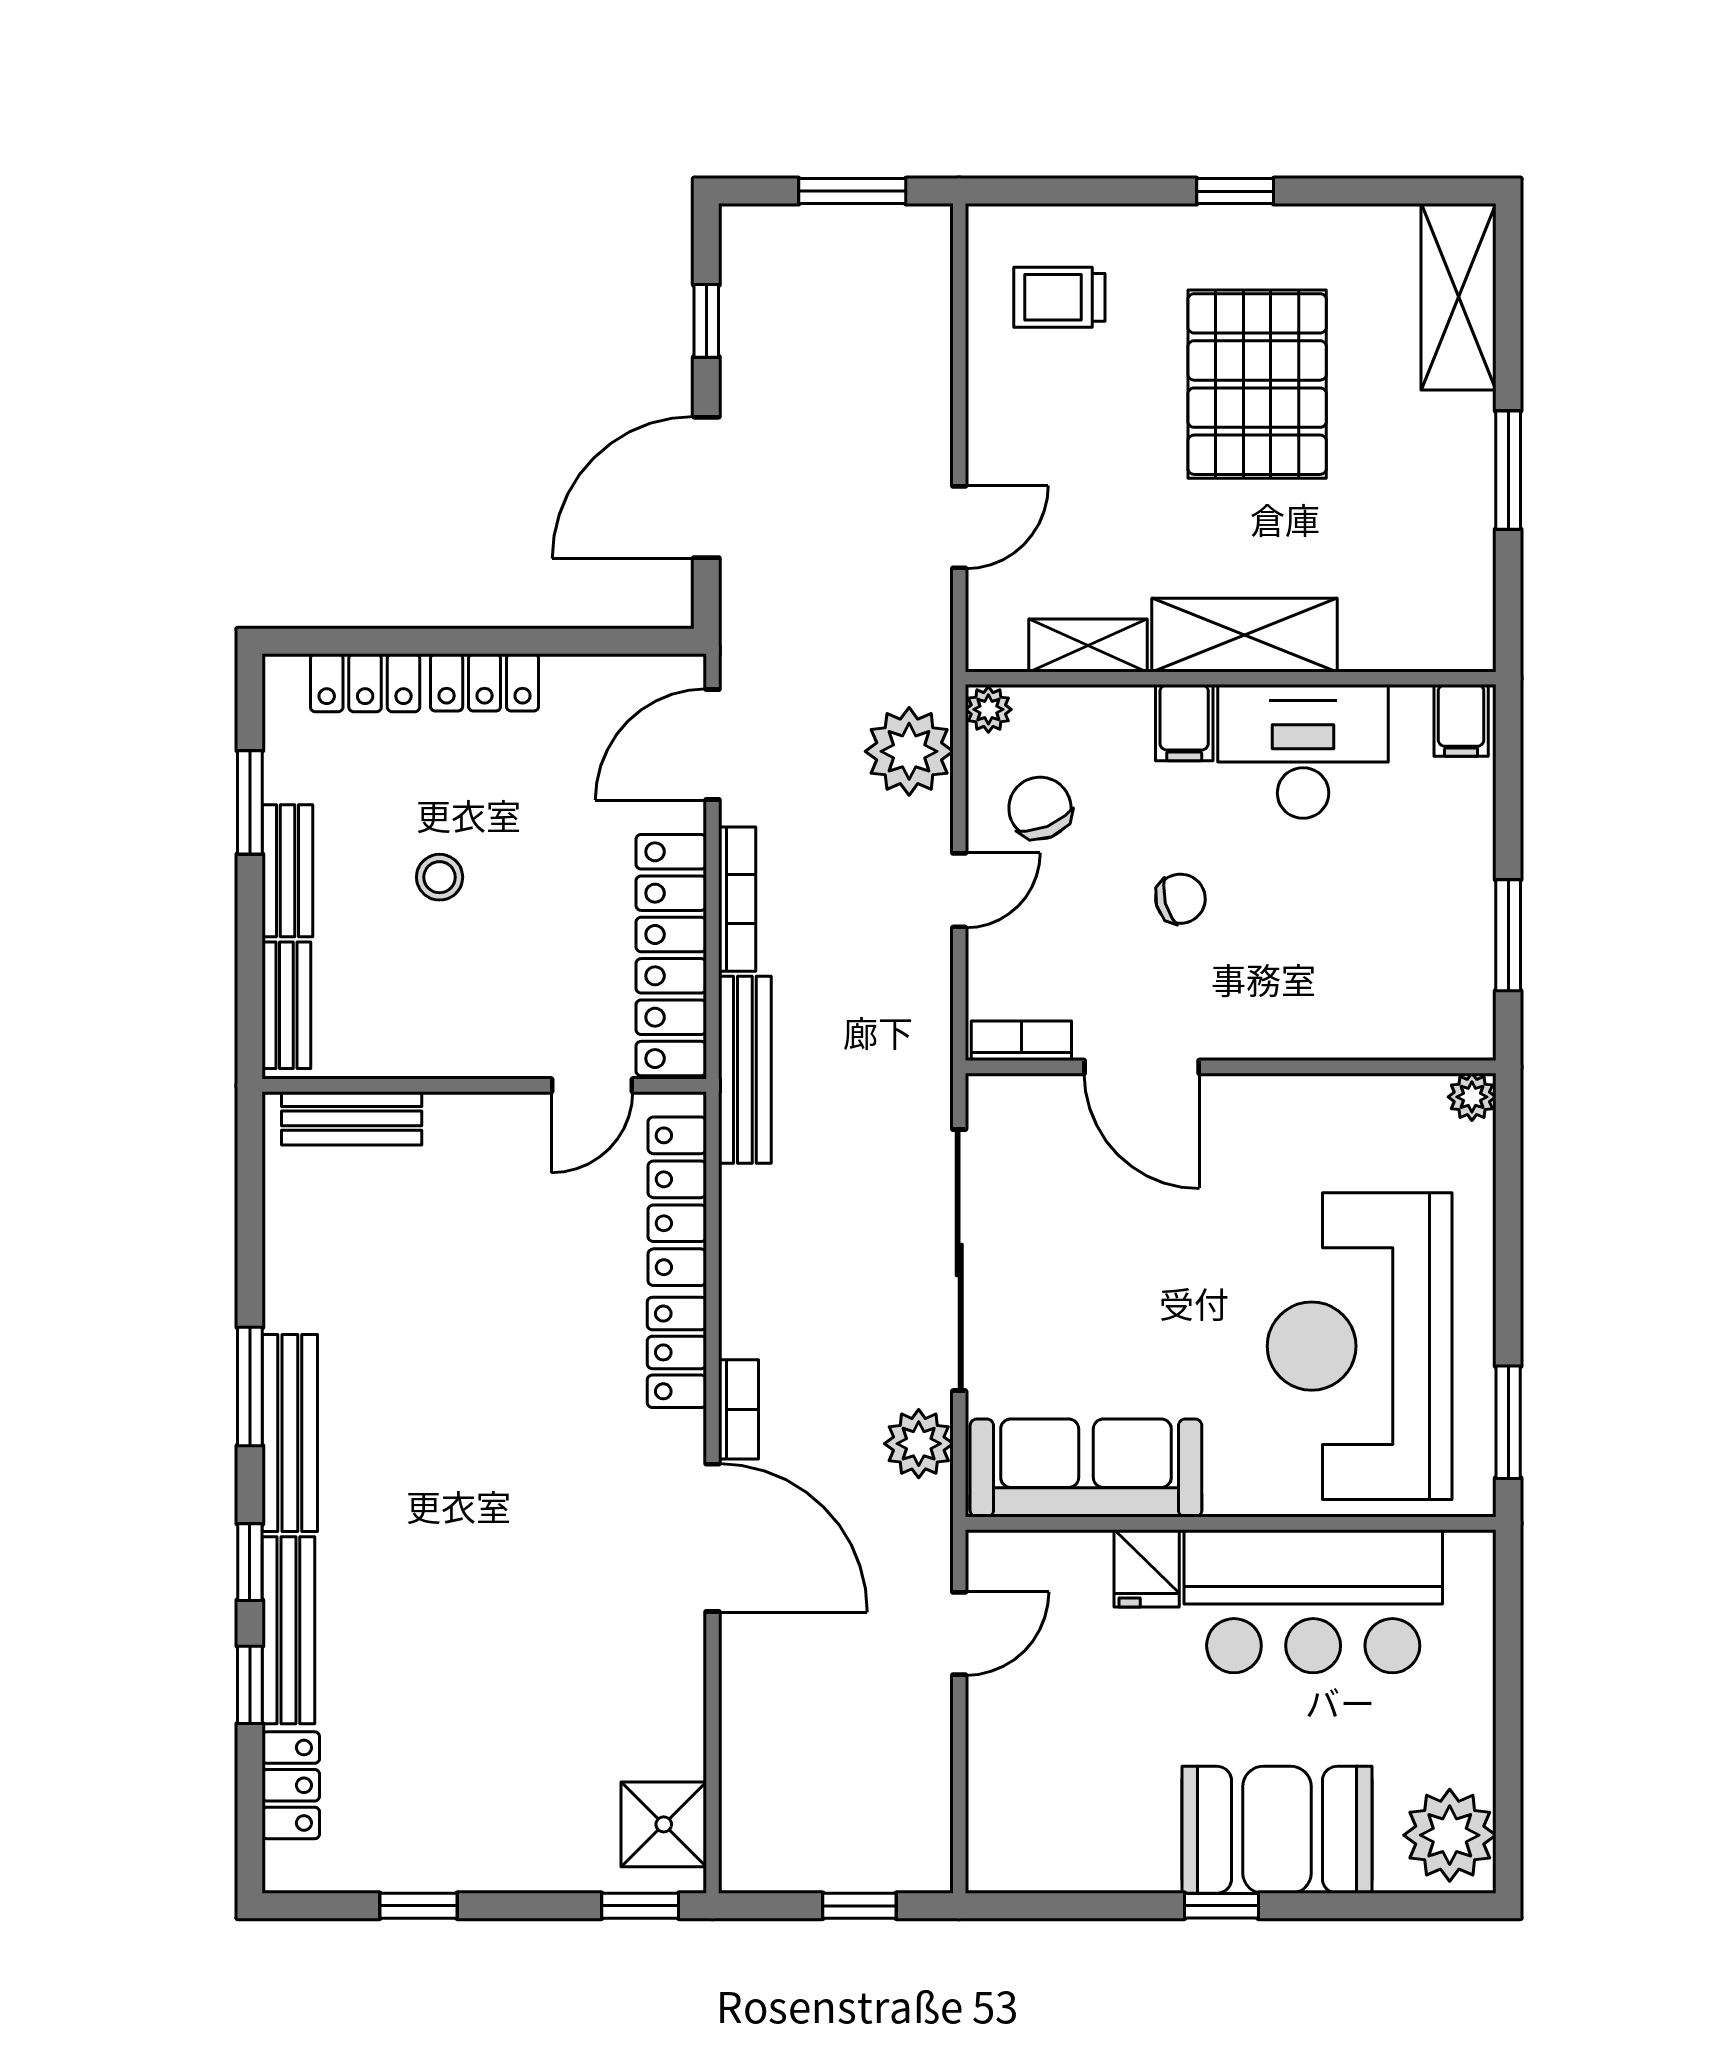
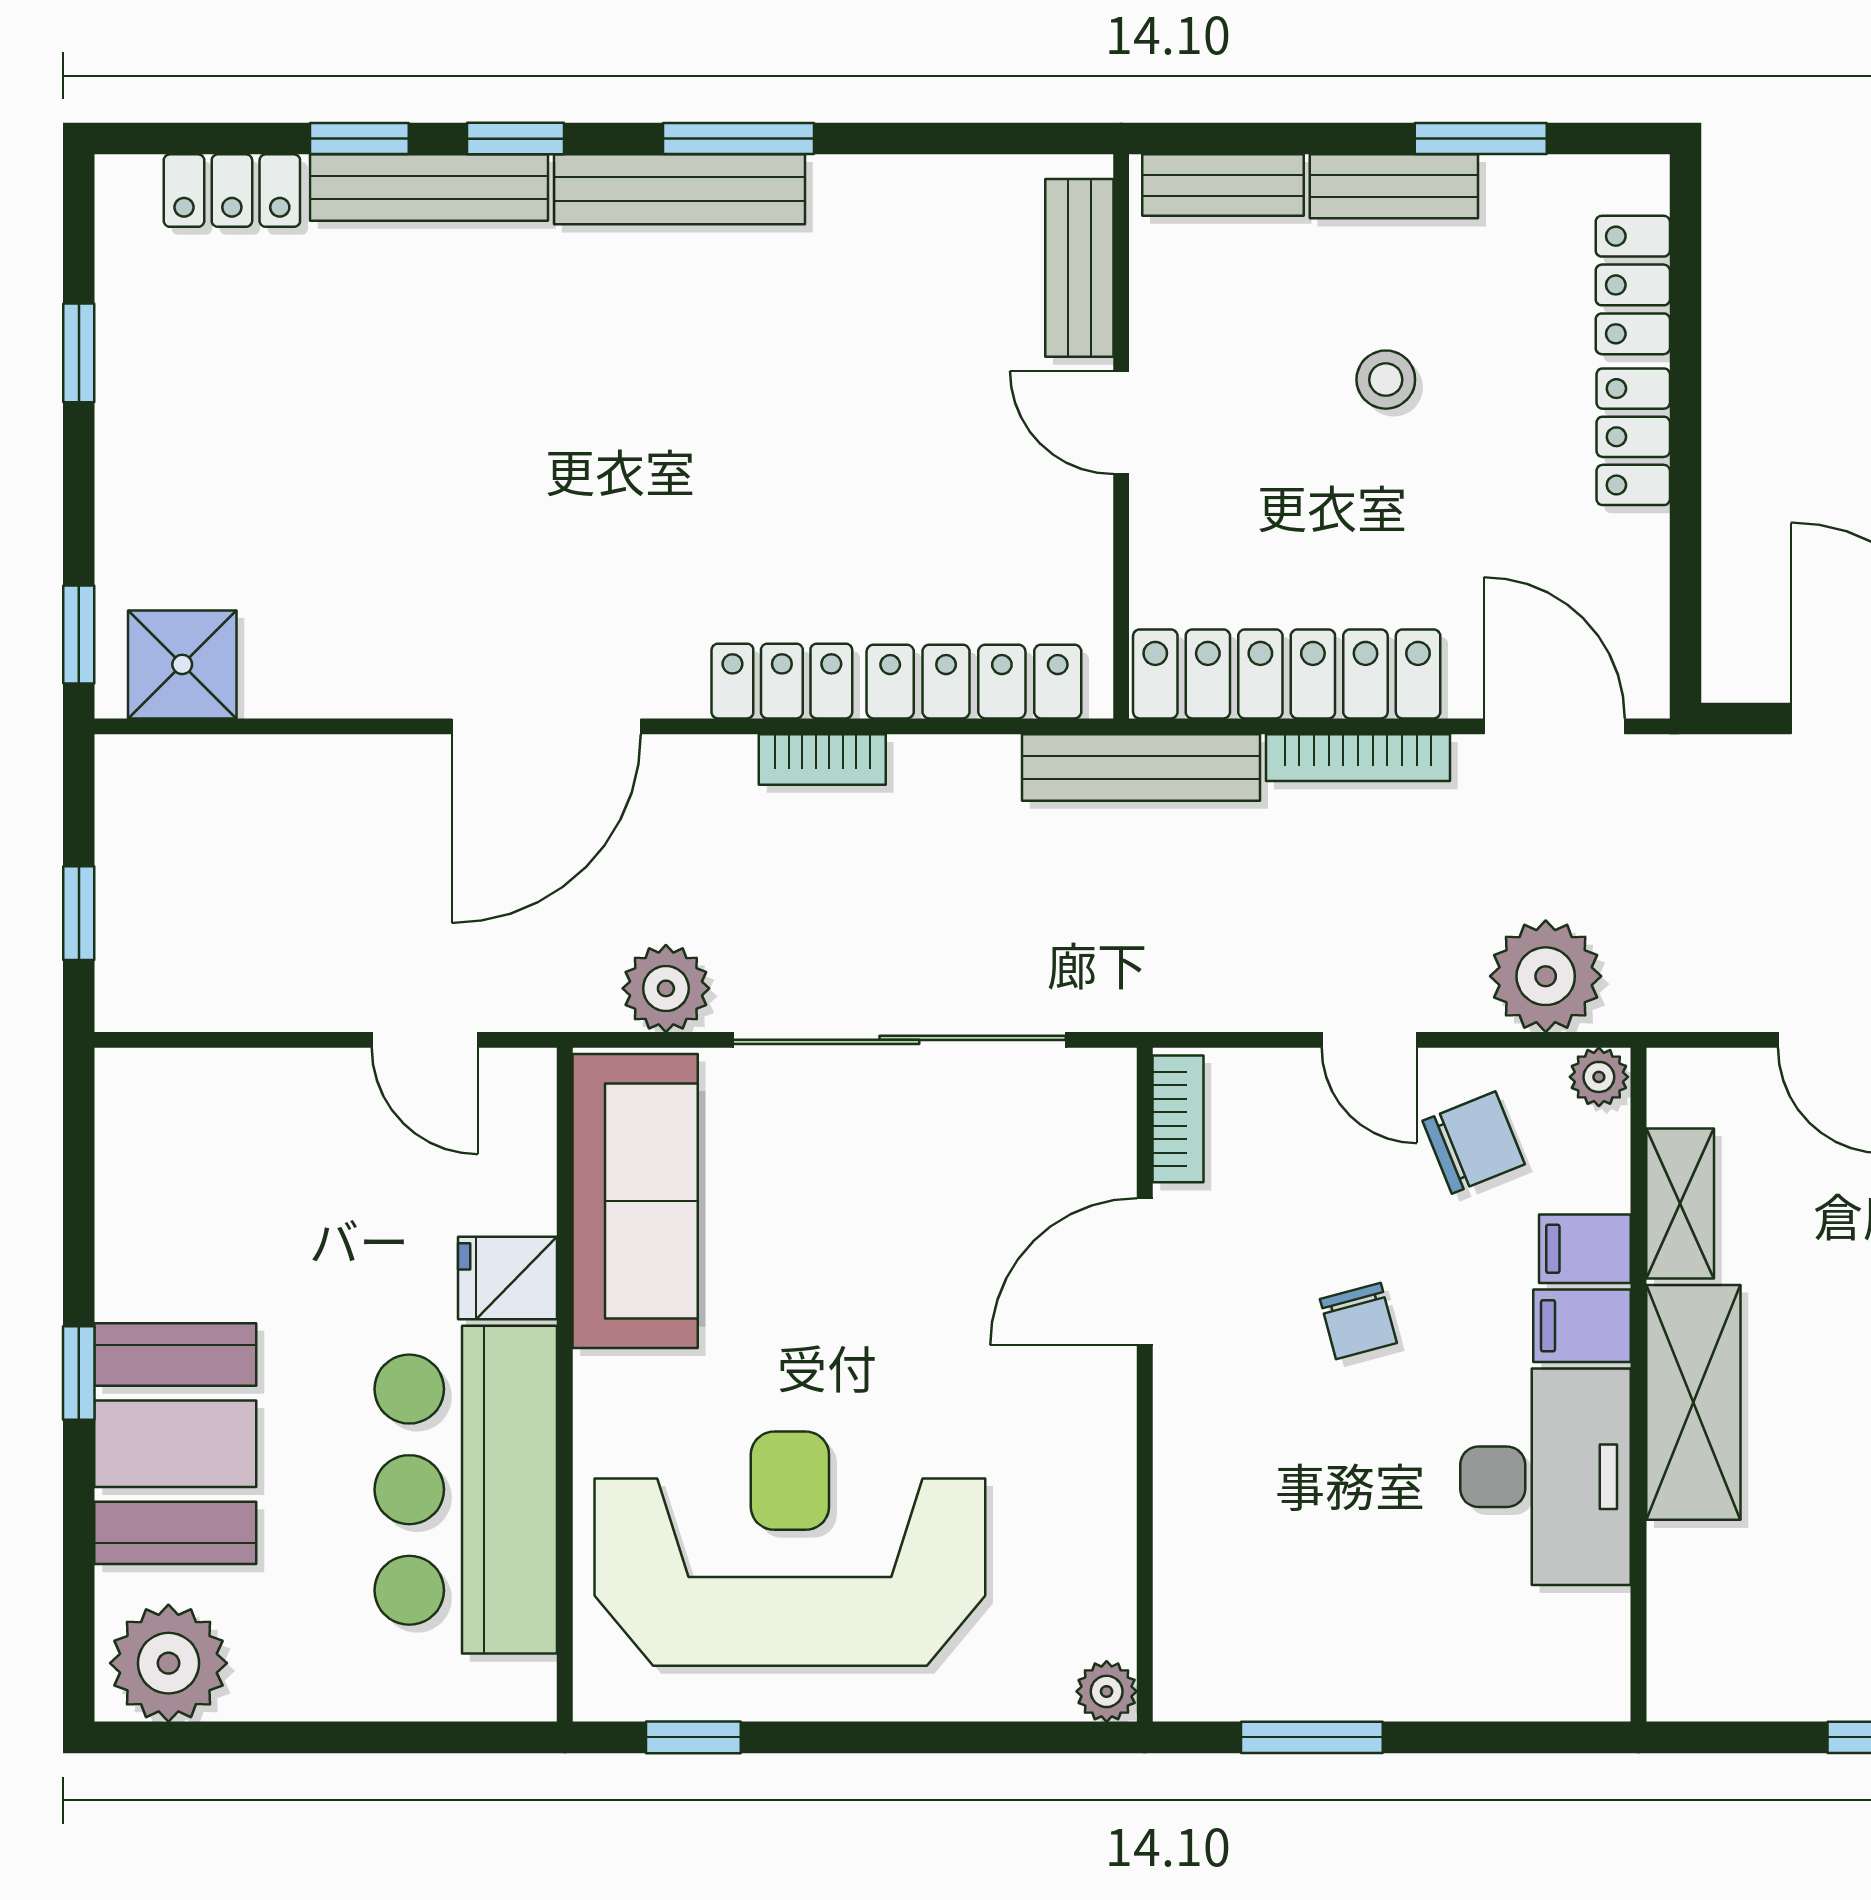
filing cabinet: (1461, 720) -> (1585, 1249), moved
door: (592, 1085) -> (1121, 422), moved
bookcase: (739, 1409) -> (822, 760), moved
window: (1508, 1422) -> (693, 1737), width x0.67

